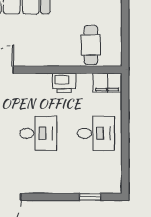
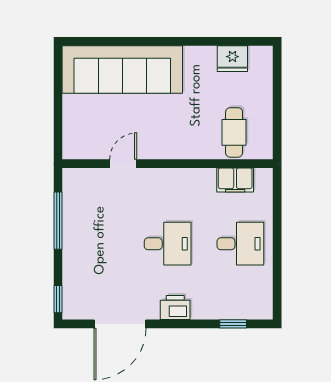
printer: (64, 83) -> (175, 307), moved, turned 180
filing cabinet: (107, 83) -> (235, 180), moved

